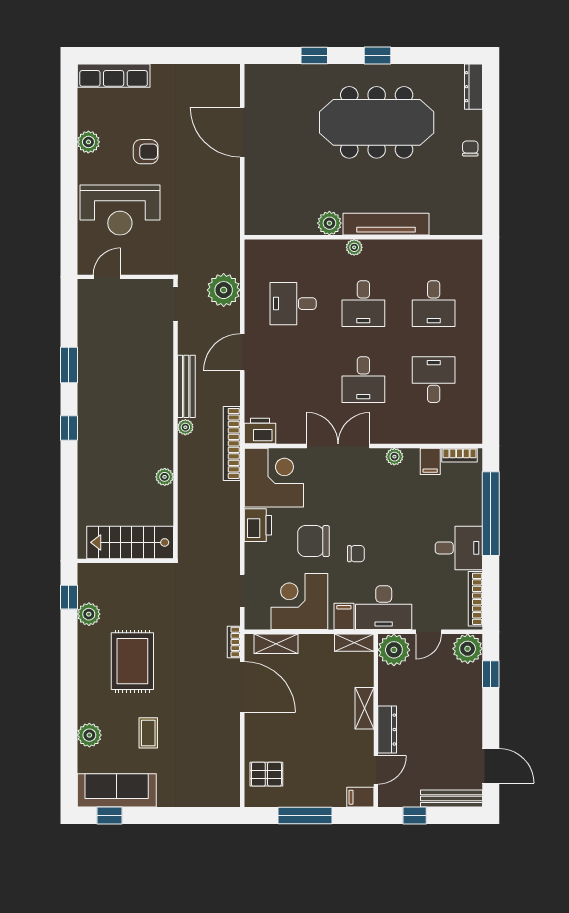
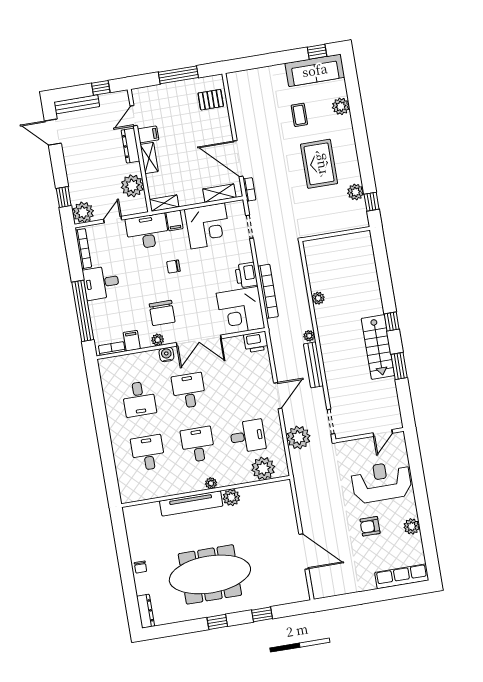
plant: (279, 256) -> (263, 468), added
water cooler: (386, 434) -> (166, 355), added
bookcase: (232, 443) -> (268, 291), moved
chair: (314, 541) -> (162, 313), moved, turned 90
stairs: (130, 542) -> (378, 347), moved, turned 90
plant: (394, 650) -> (132, 186), moved
filing cabinet: (360, 797) -> (148, 134), moved

